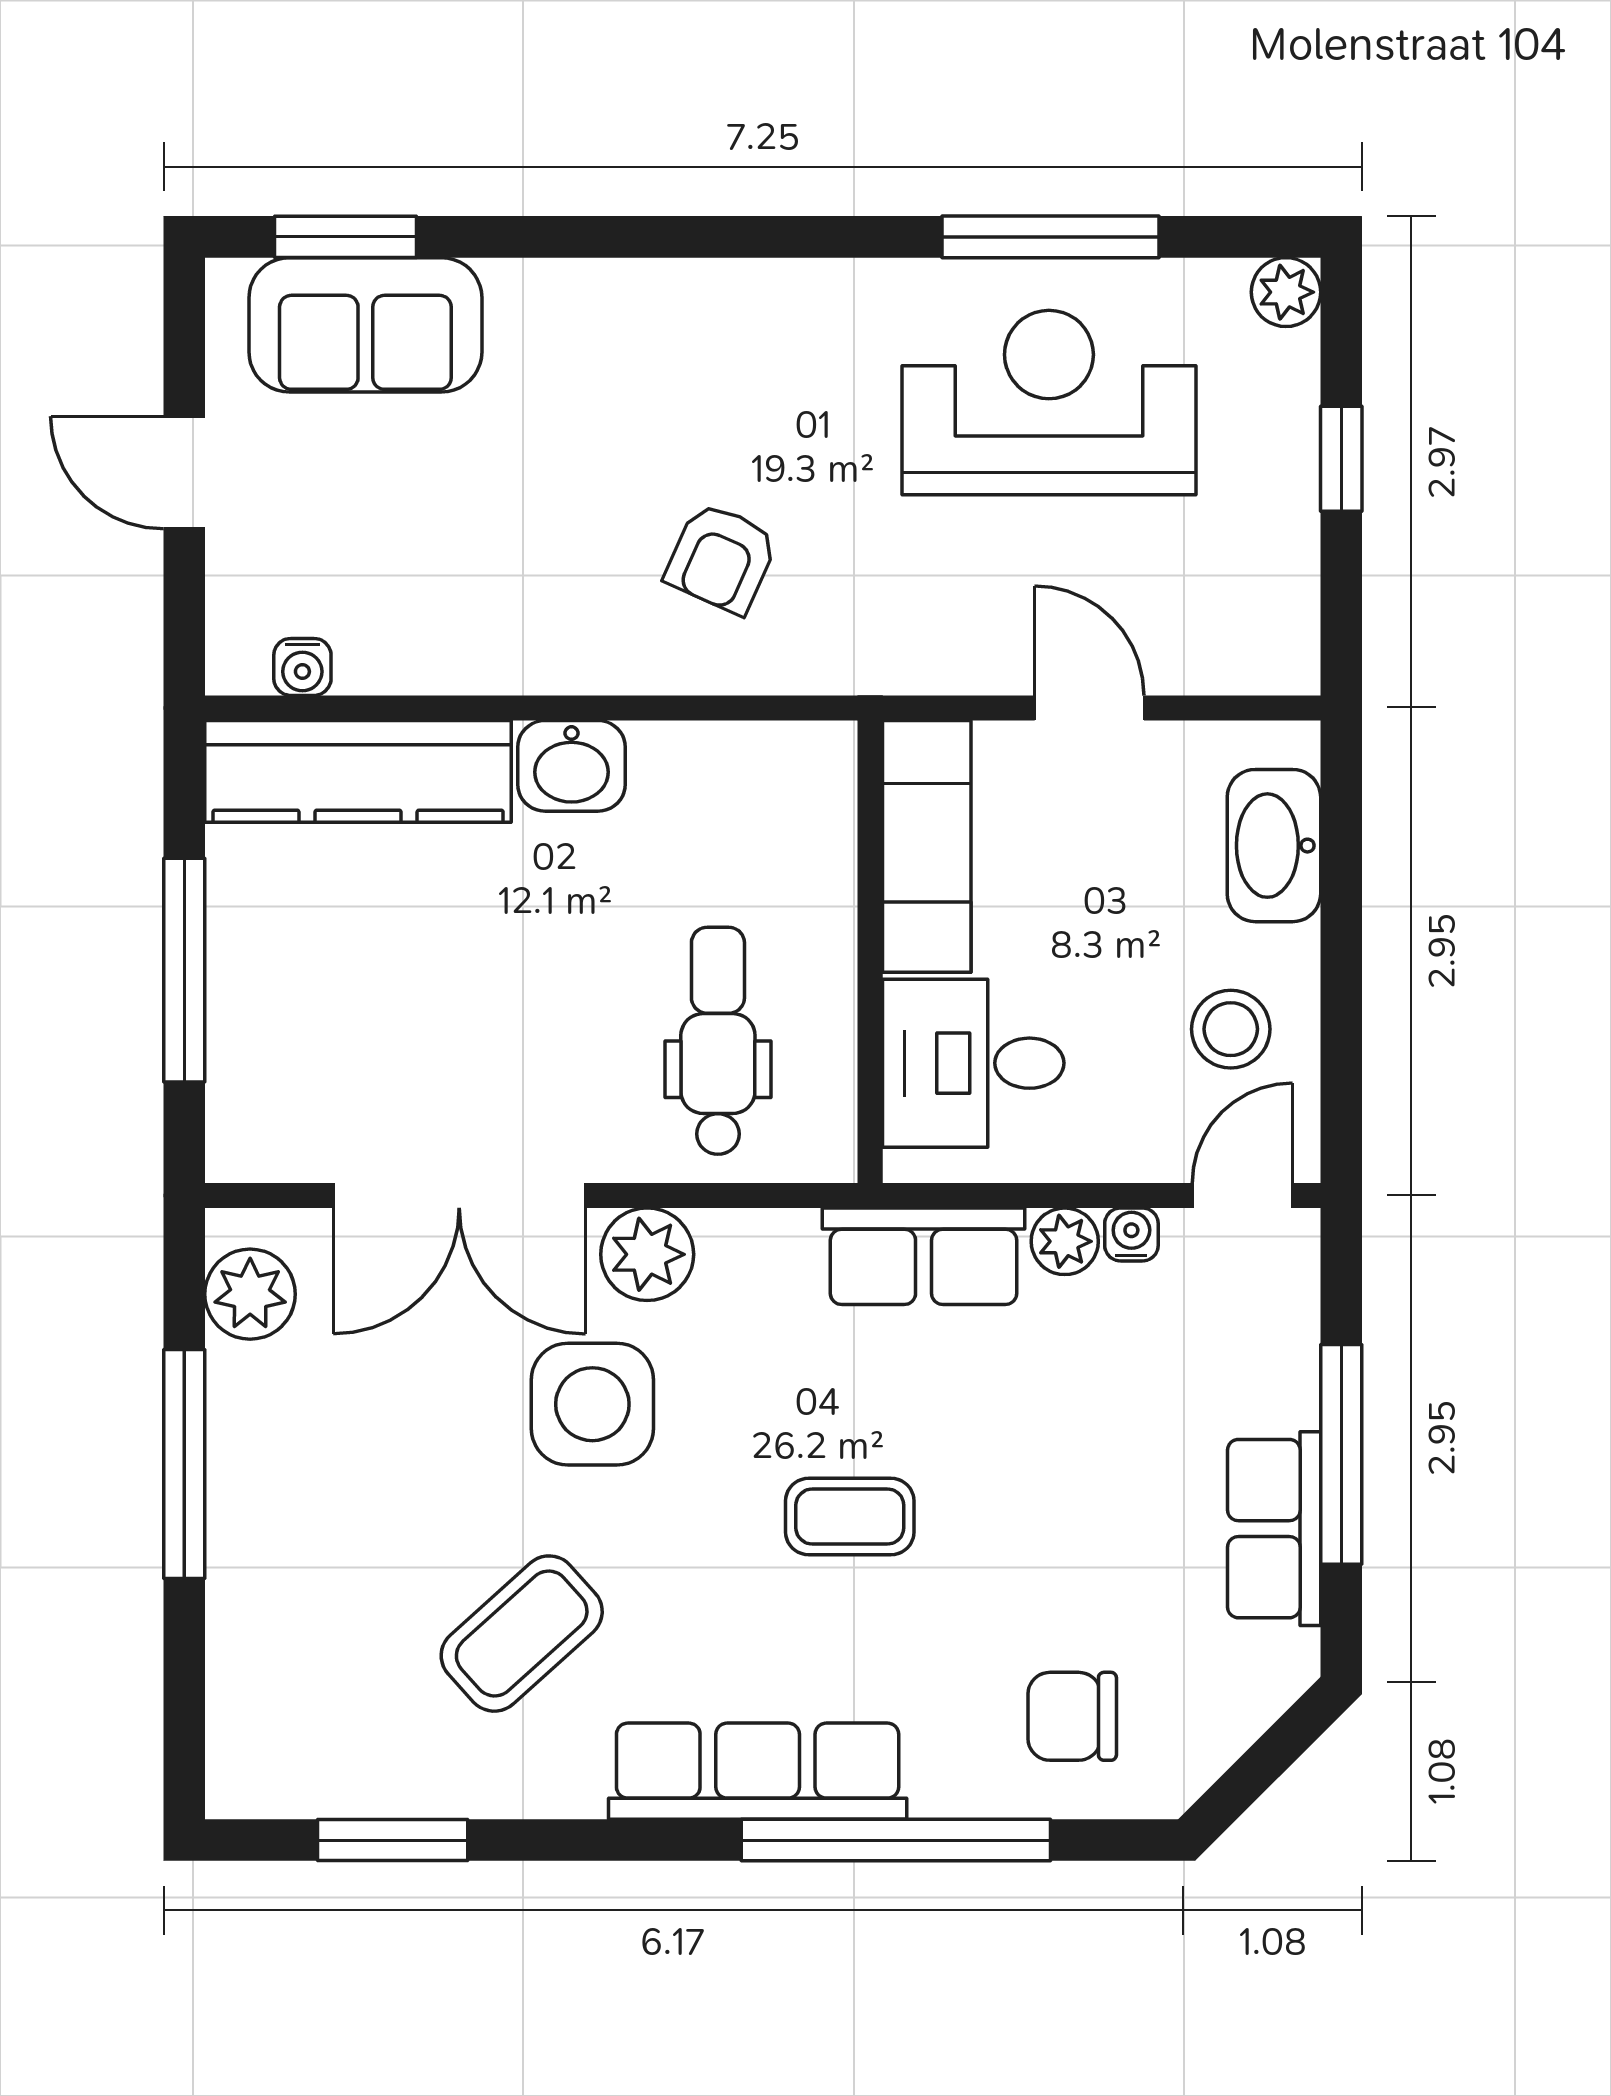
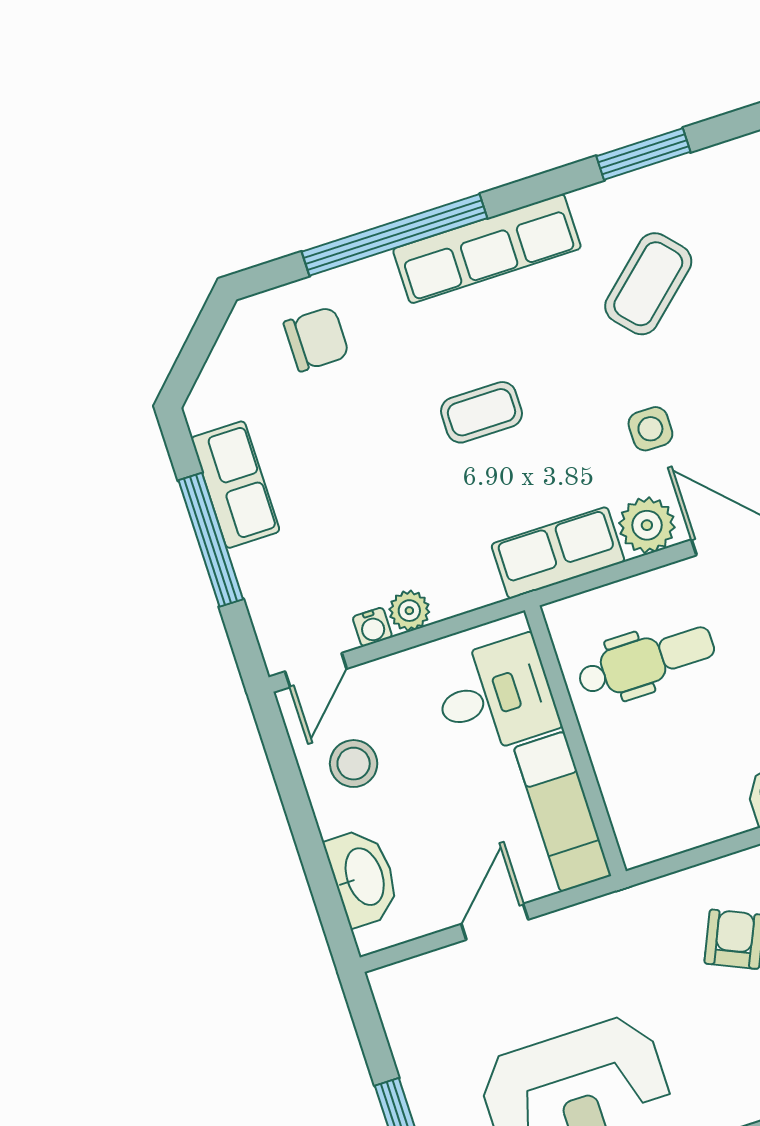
door: (1089, 708) -> (495, 922), swing flipped
dental chair: (718, 1041) -> (646, 661), turned -90
row of seats: (924, 1256) -> (558, 553), moved
side table: (592, 1404) -> (650, 429), width x0.54, depth x0.54
window: (393, 1840) -> (643, 154), moved

